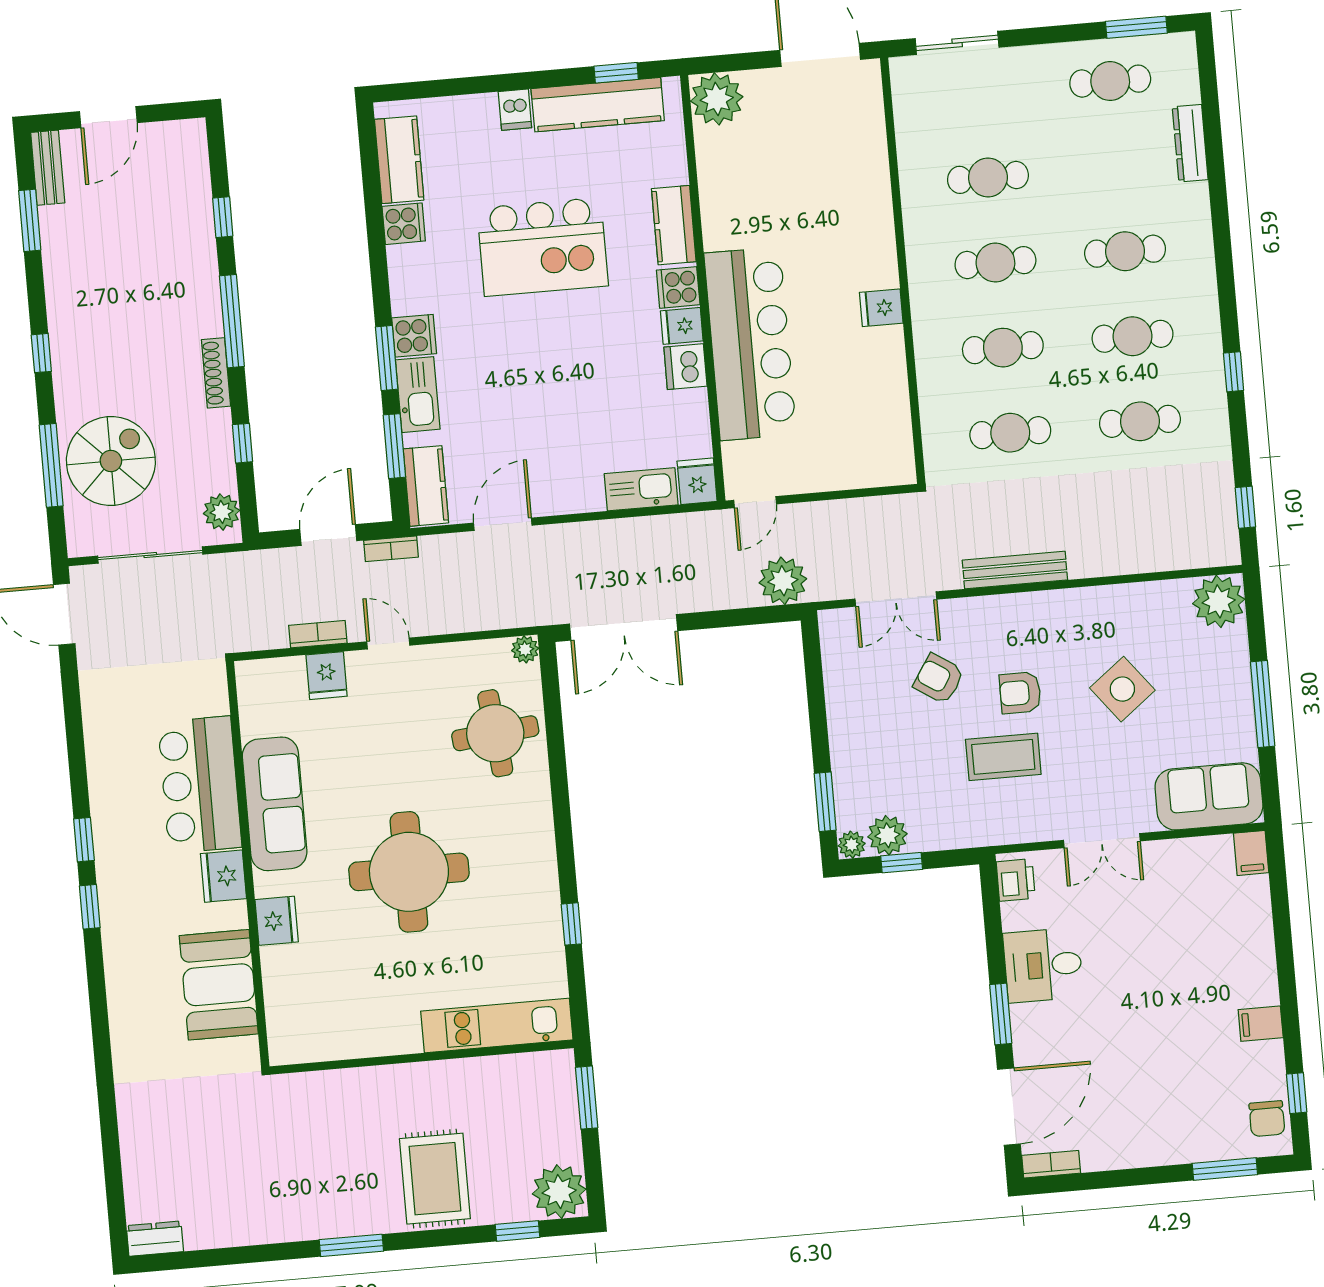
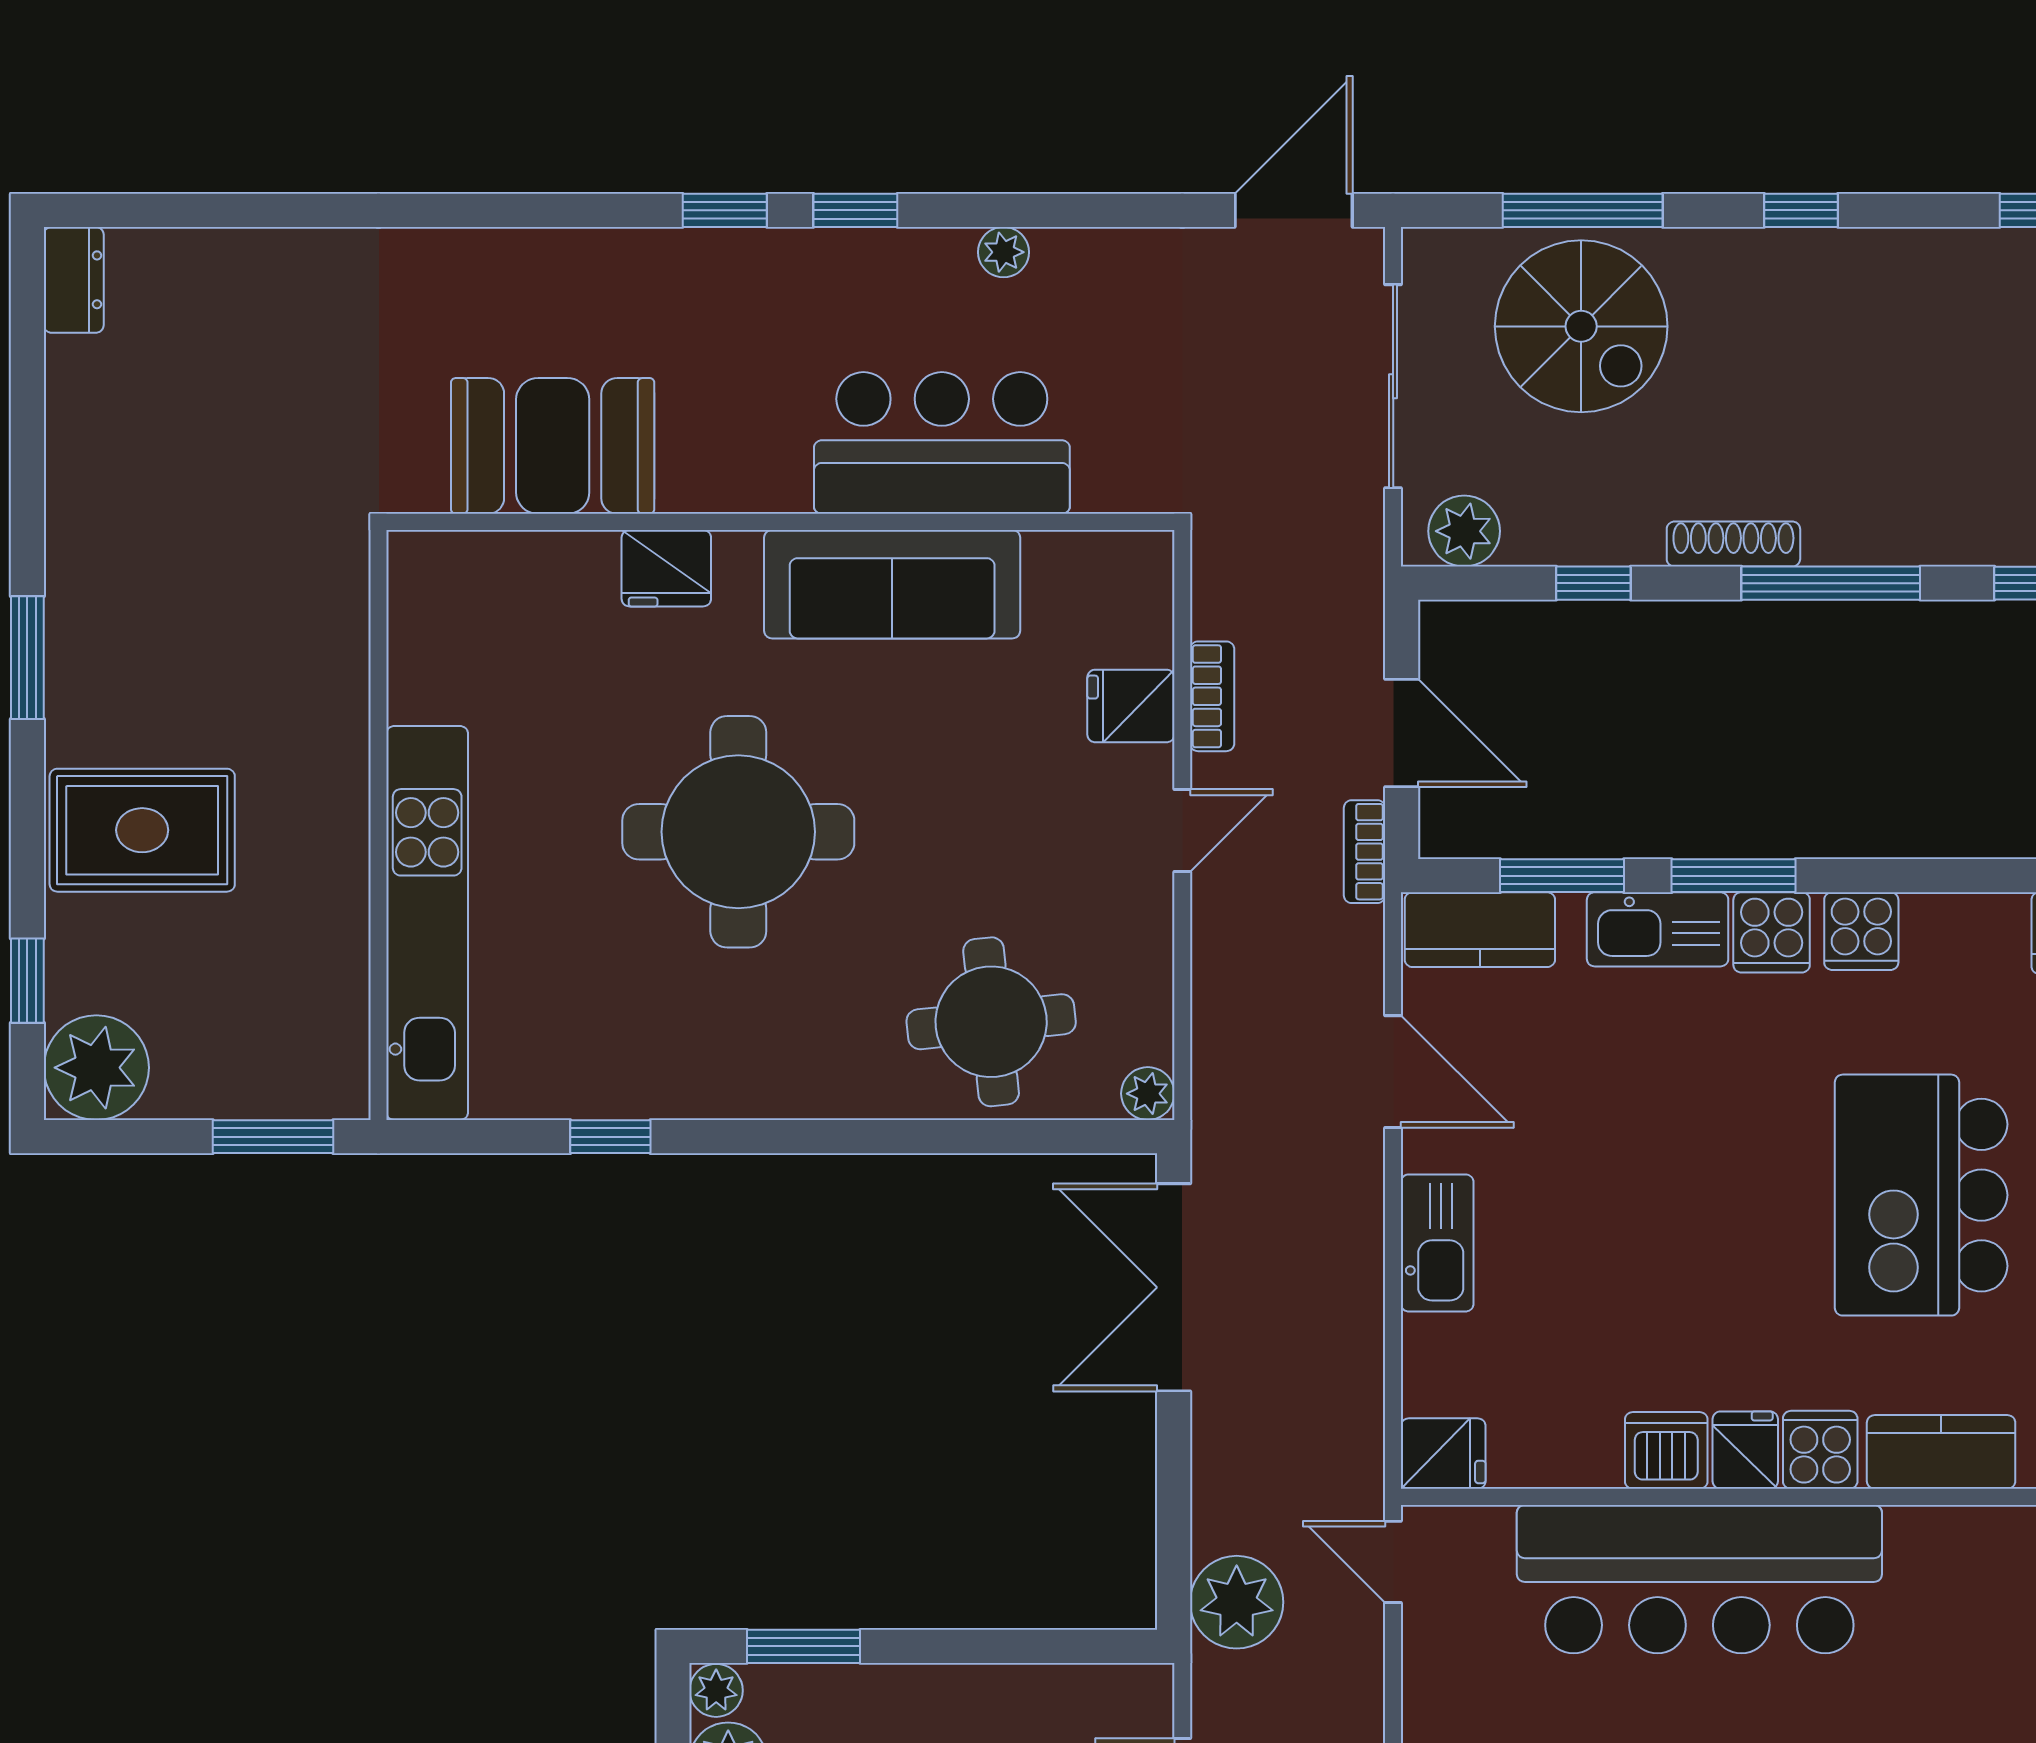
cooker: (404, 224) -> (1861, 931), moved
kitchen sink: (641, 489) -> (1437, 1243), moved
plant: (99, 762) -> (1003, 252), added
fridge: (223, 876) -> (761, 473), removed
kitchen unit: (497, 1025) -> (427, 923), width x1.36

